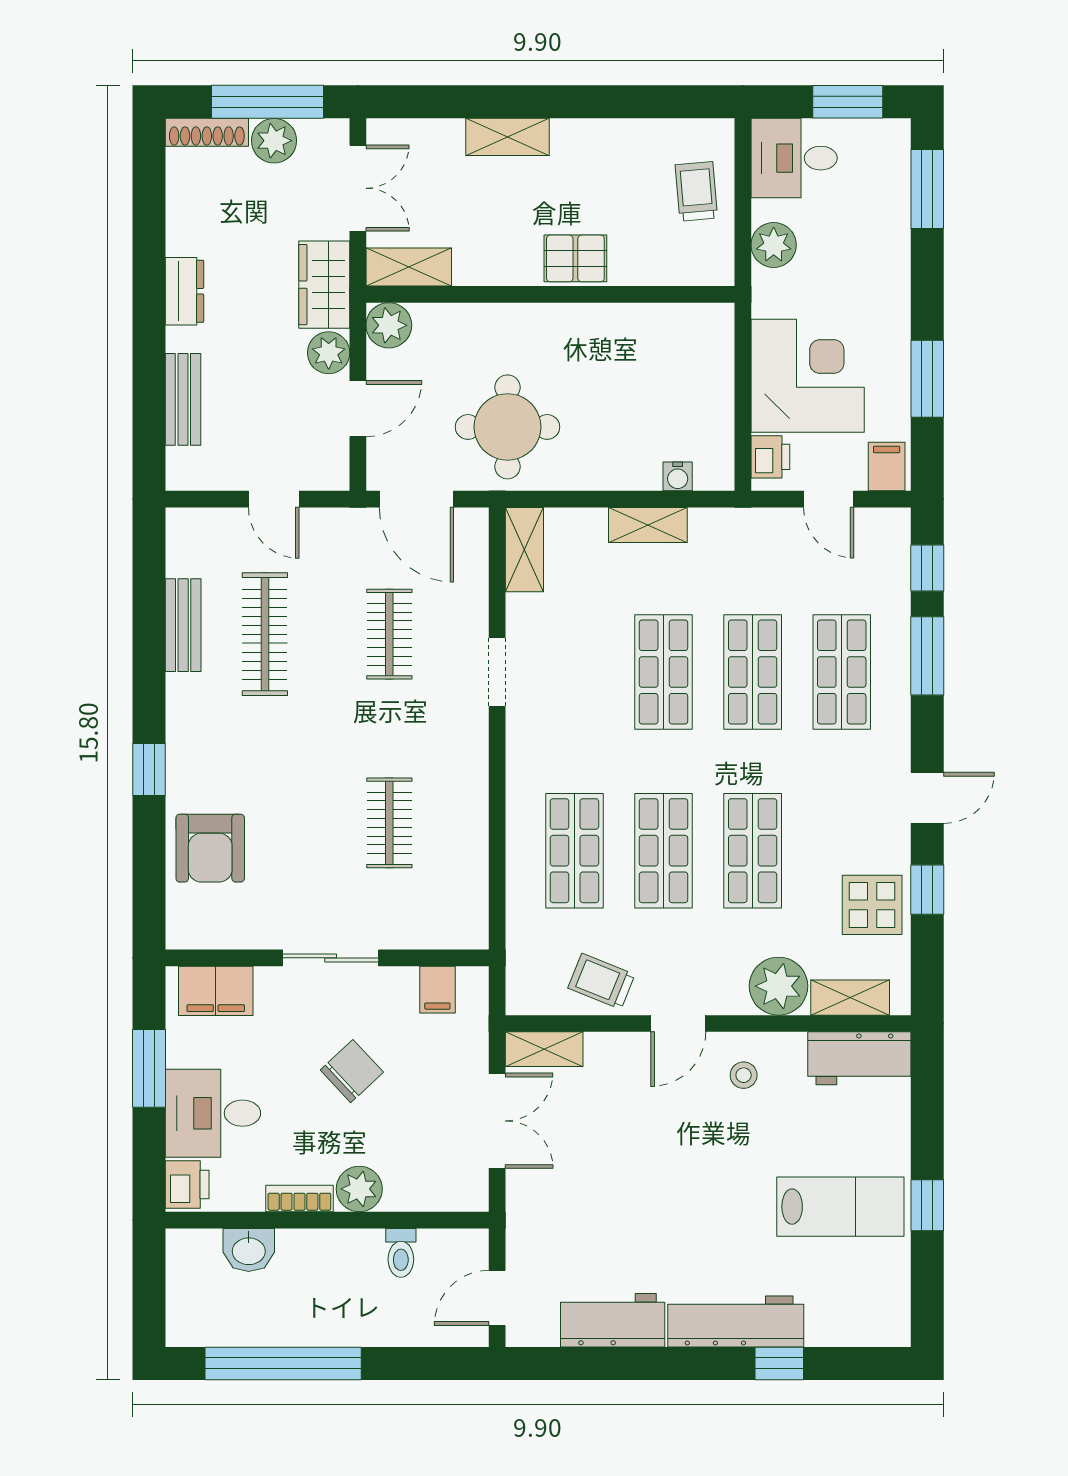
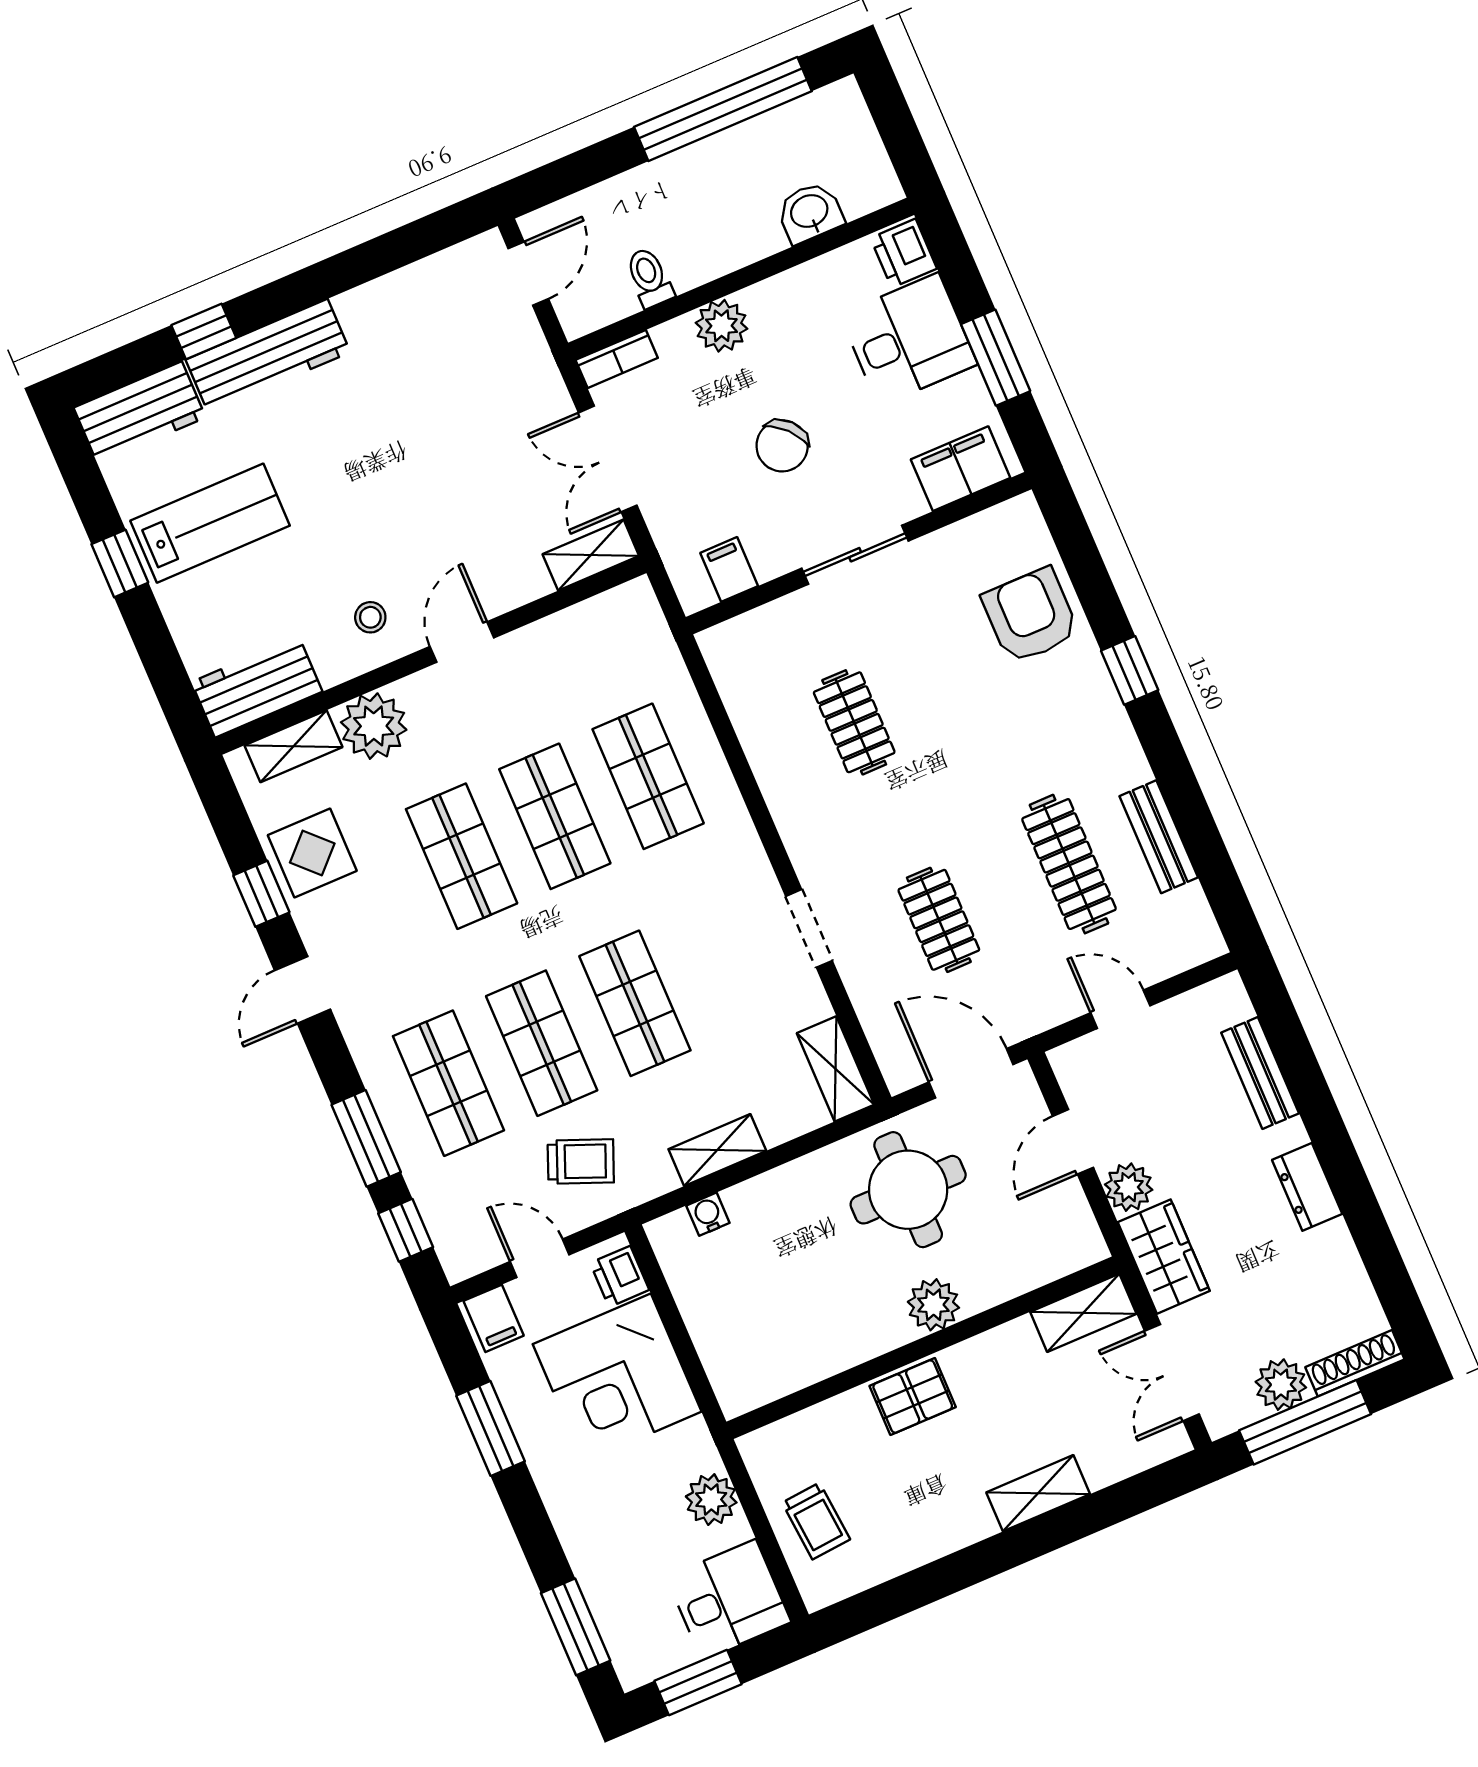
plant: (389, 325) -> (933, 1305), moved
trolley: (601, 981) -> (581, 1161), moved
bookcase: (299, 1198) -> (617, 359), moved
lab bench: (840, 1207) -> (210, 523), turned 180
workbench: (613, 1320) -> (140, 413), moved

